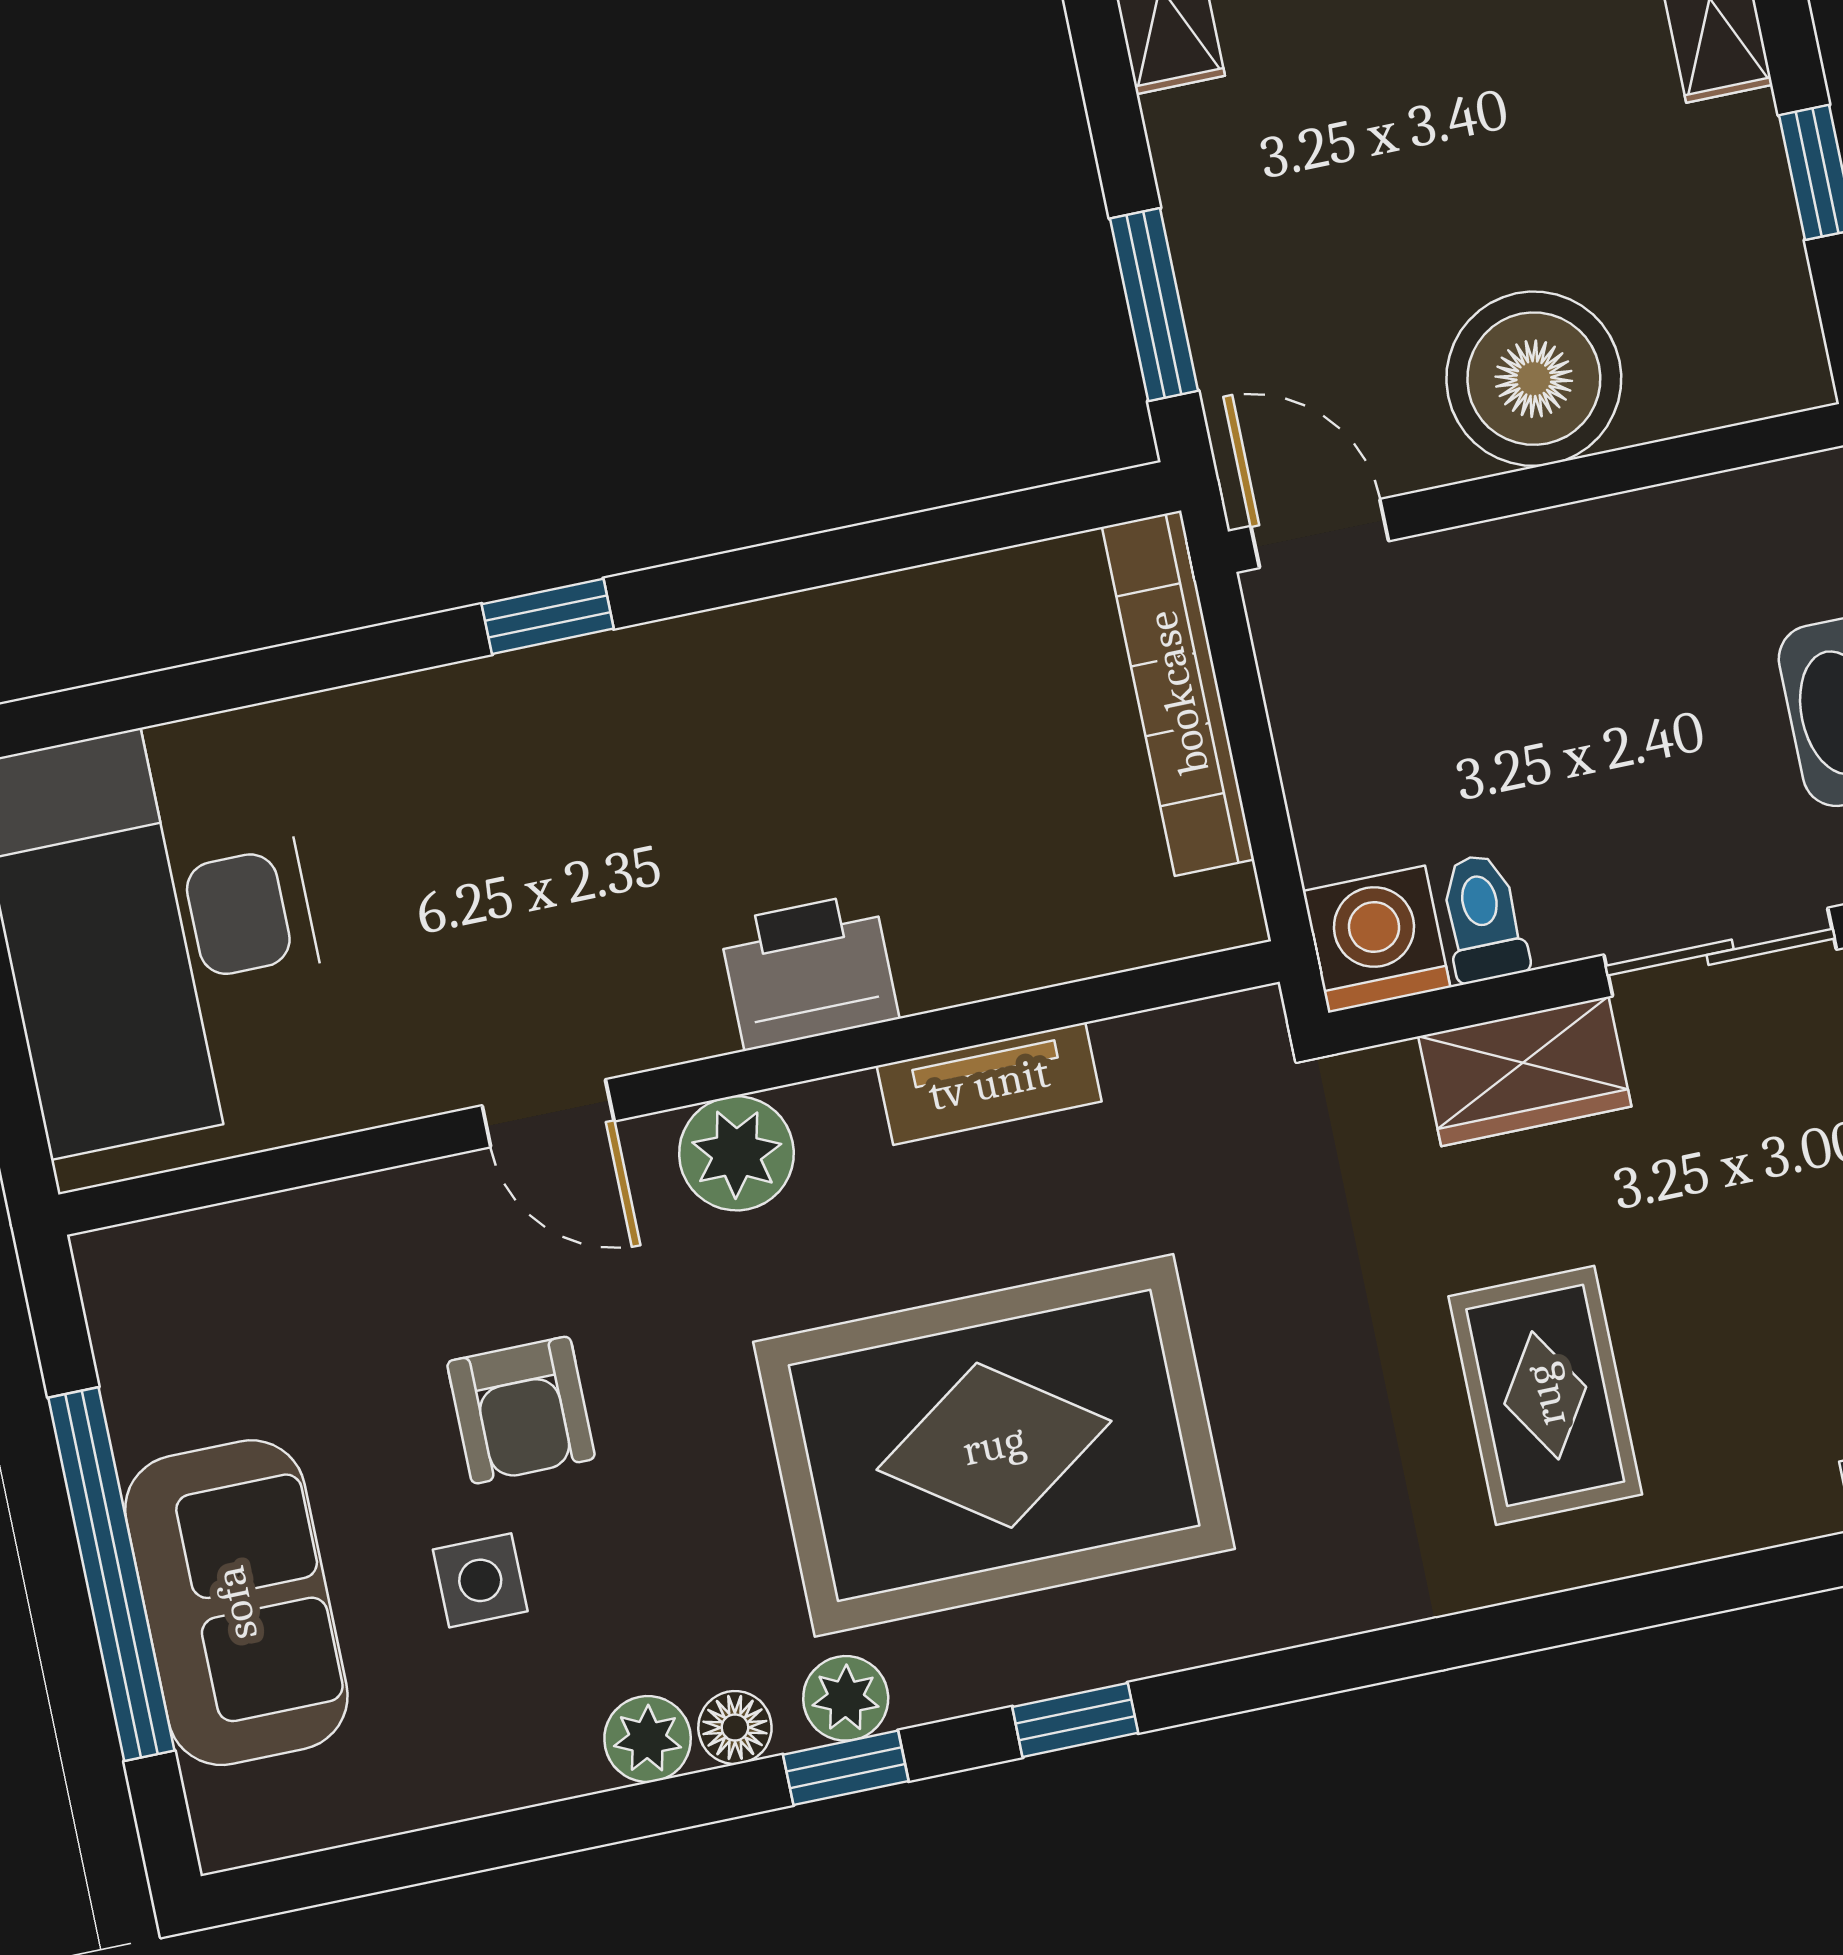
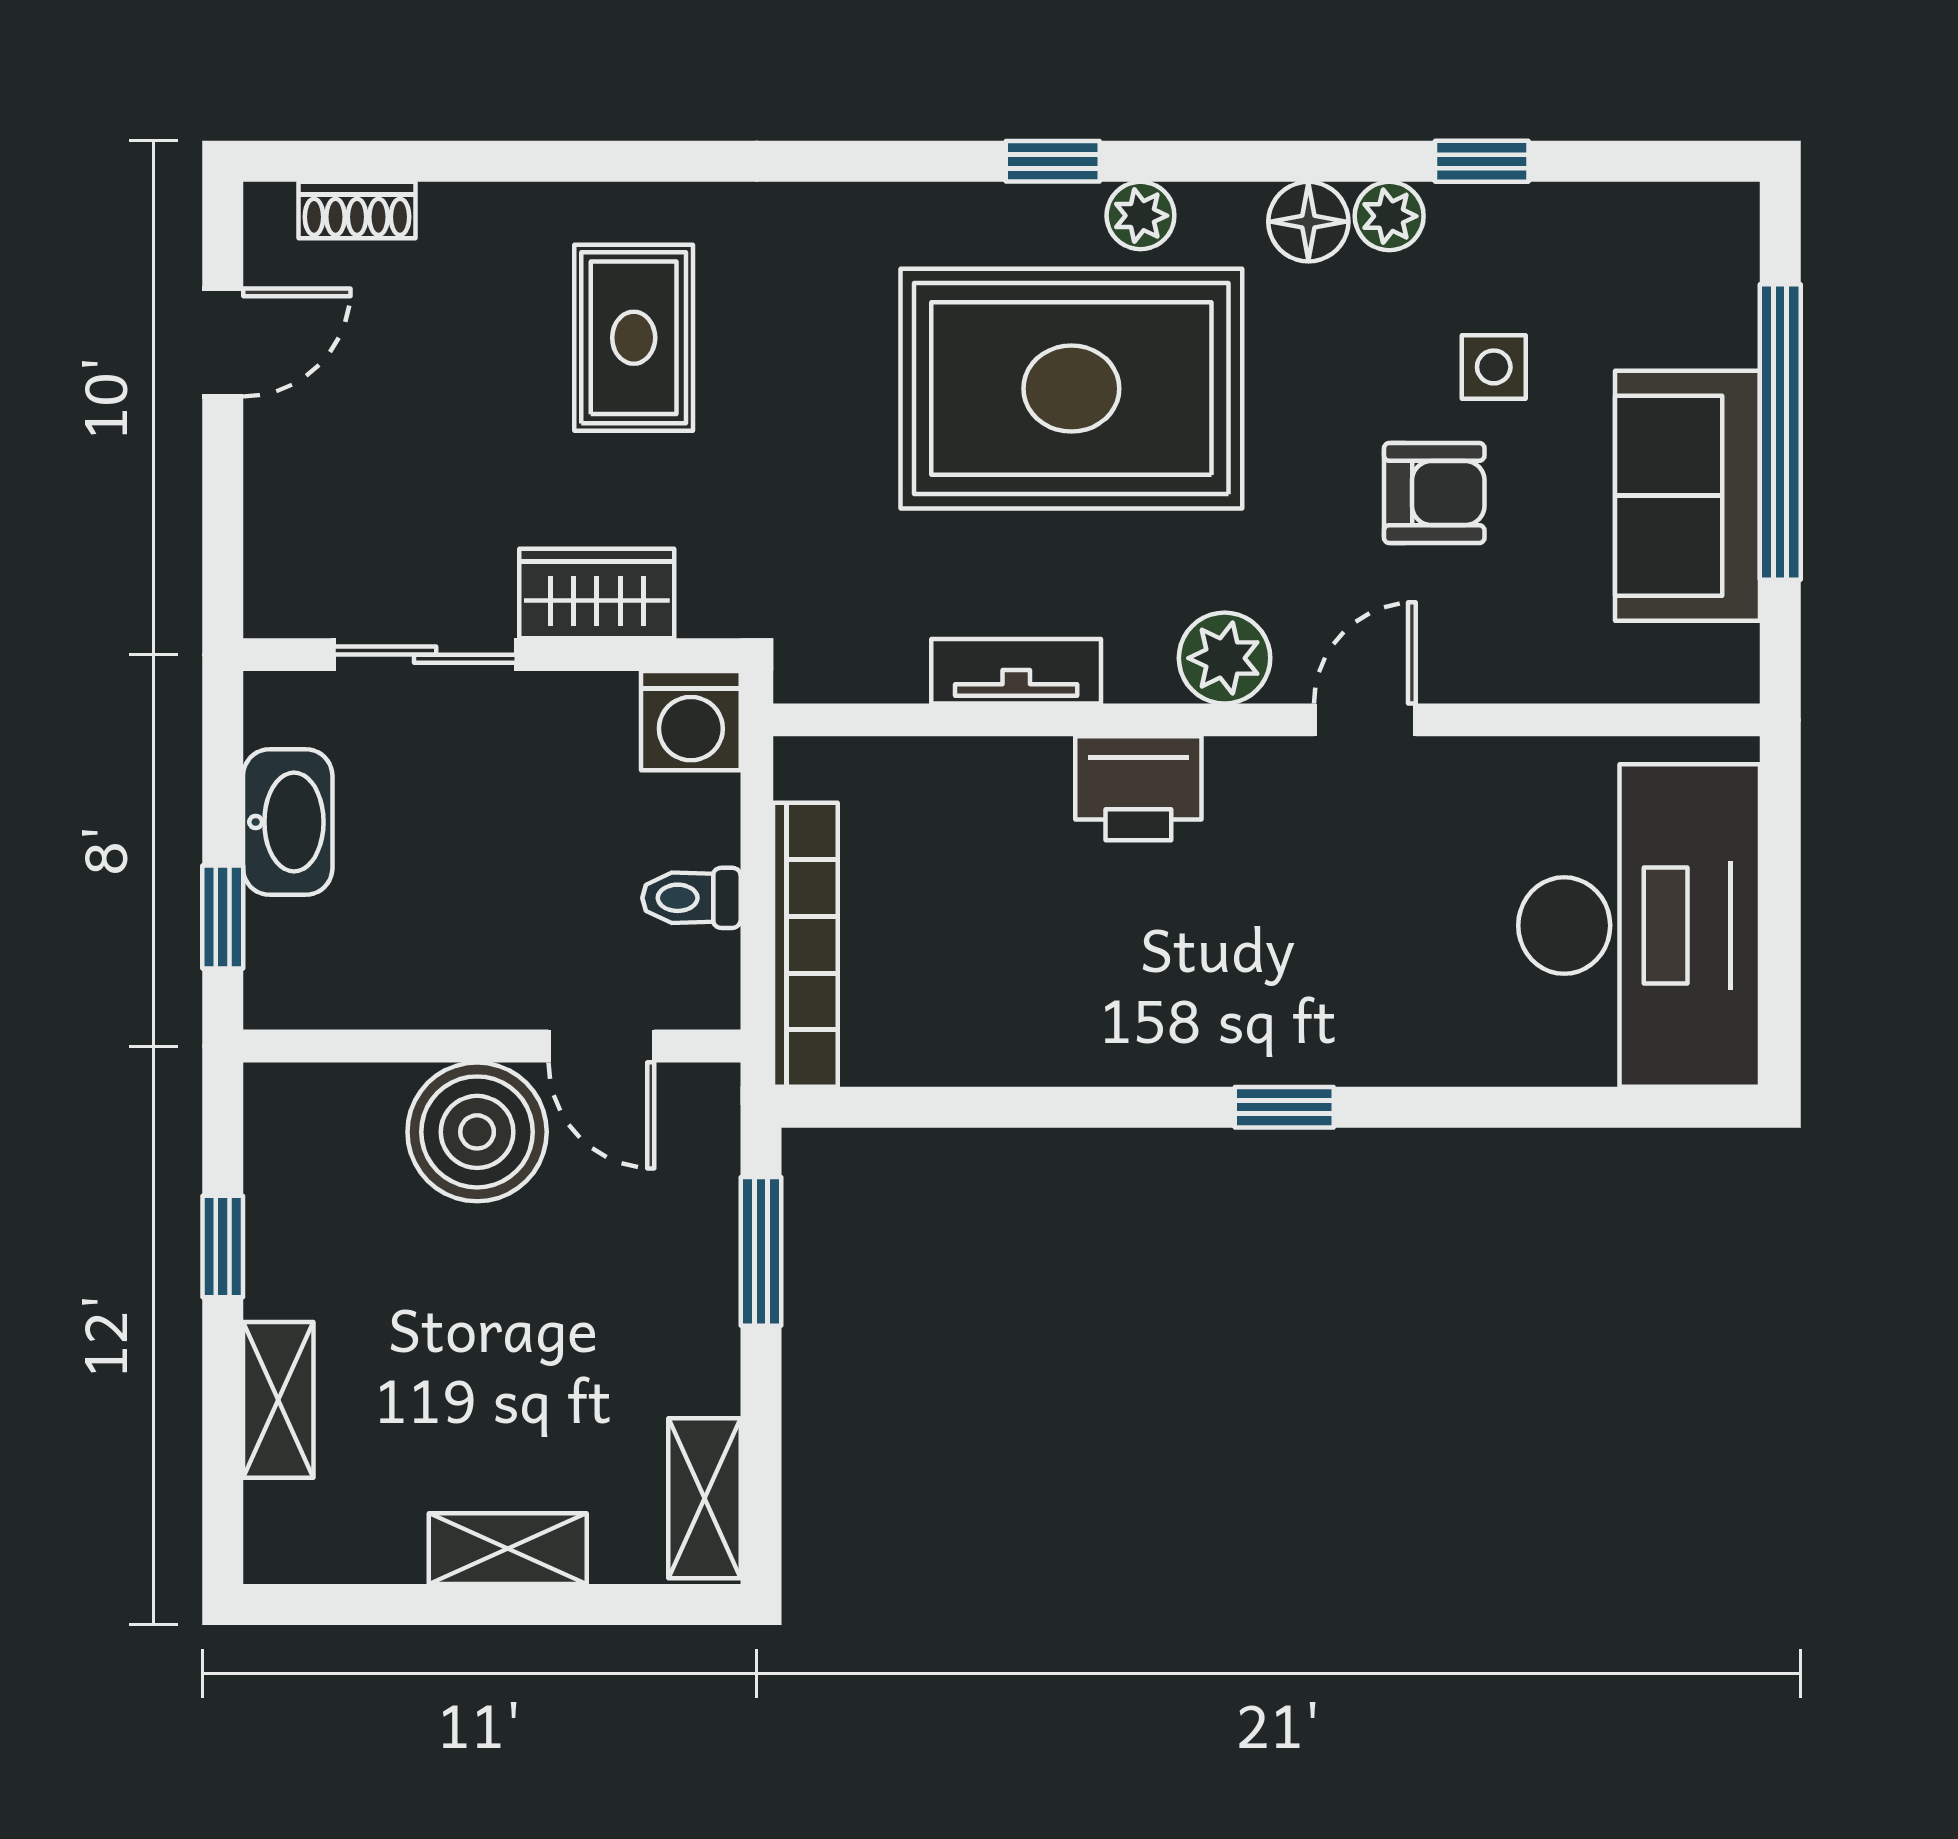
door: (1320, 534) -> (601, 1046), moved
toilet: (1483, 918) -> (691, 898), moved, turned 90
door: (548, 1113) -> (1365, 720), hinge flipped
armchair: (521, 1410) -> (1434, 493), turned 90
sofa: (236, 1603) -> (1687, 496), moved
plant: (846, 1698) -> (1140, 216), moved
floor lamp: (735, 1727) -> (1308, 222), width x1.37, depth x1.37
window: (846, 1768) -> (1482, 161), moved

